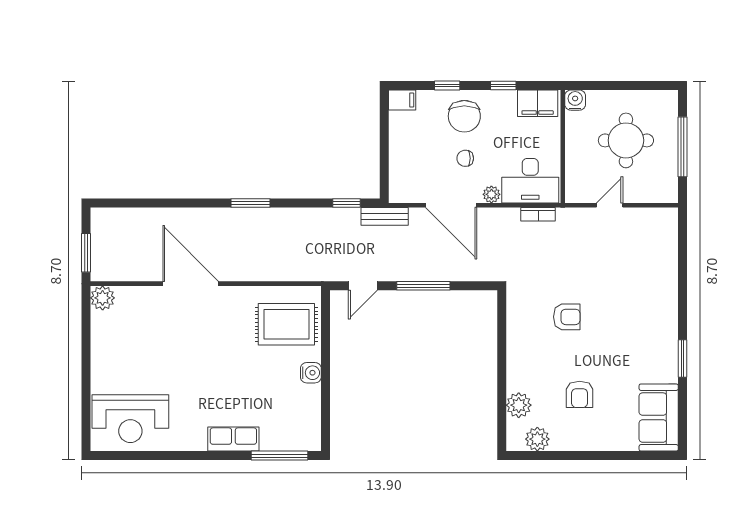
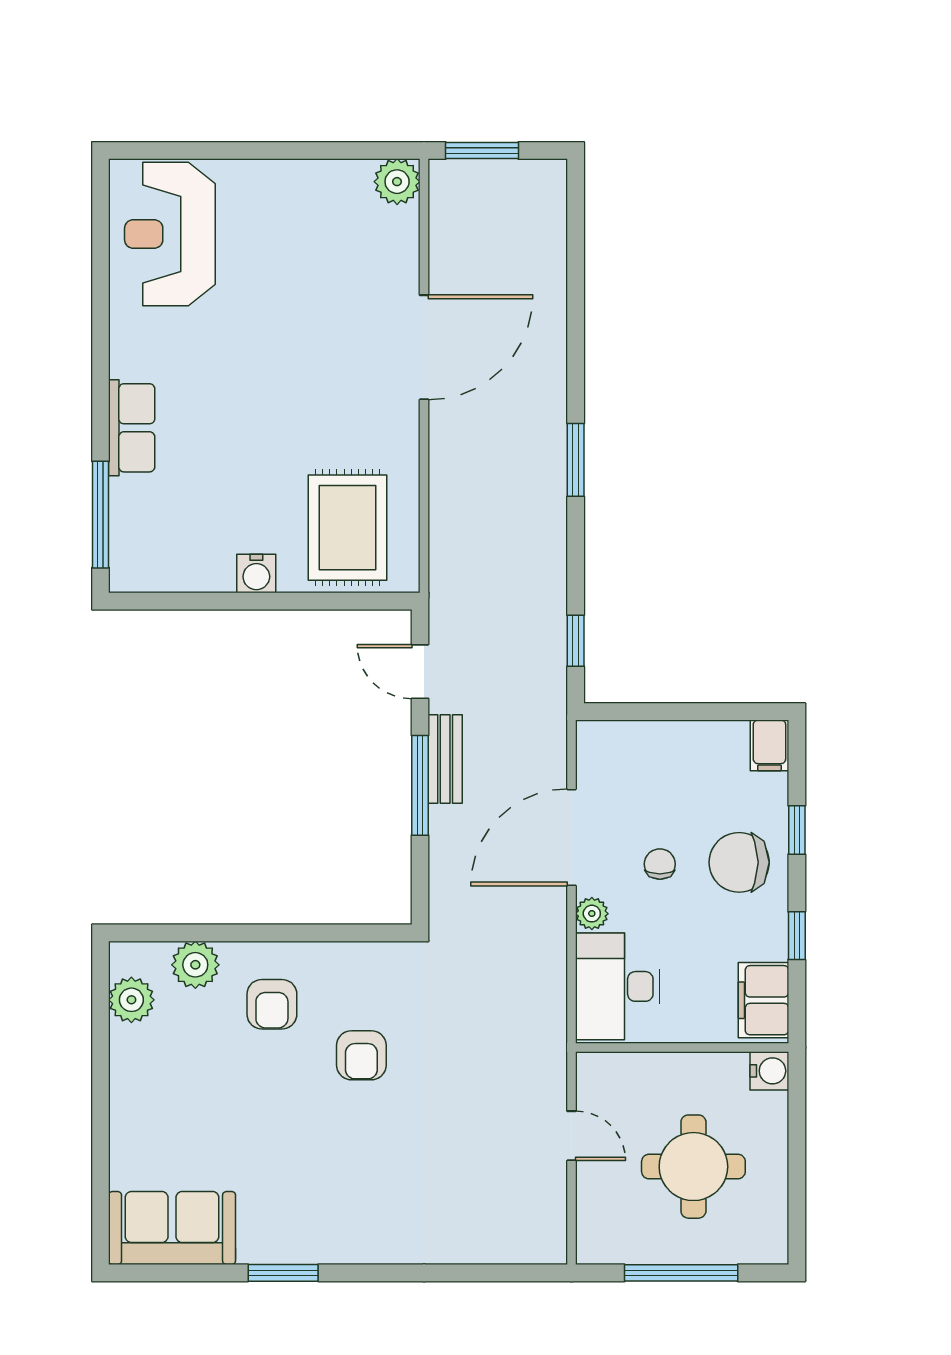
bookcase: (538, 214) -> (554, 1001), removed
bench: (385, 216) -> (445, 759), moved
armchair: (580, 394) -> (272, 1004), moved, turned -90

